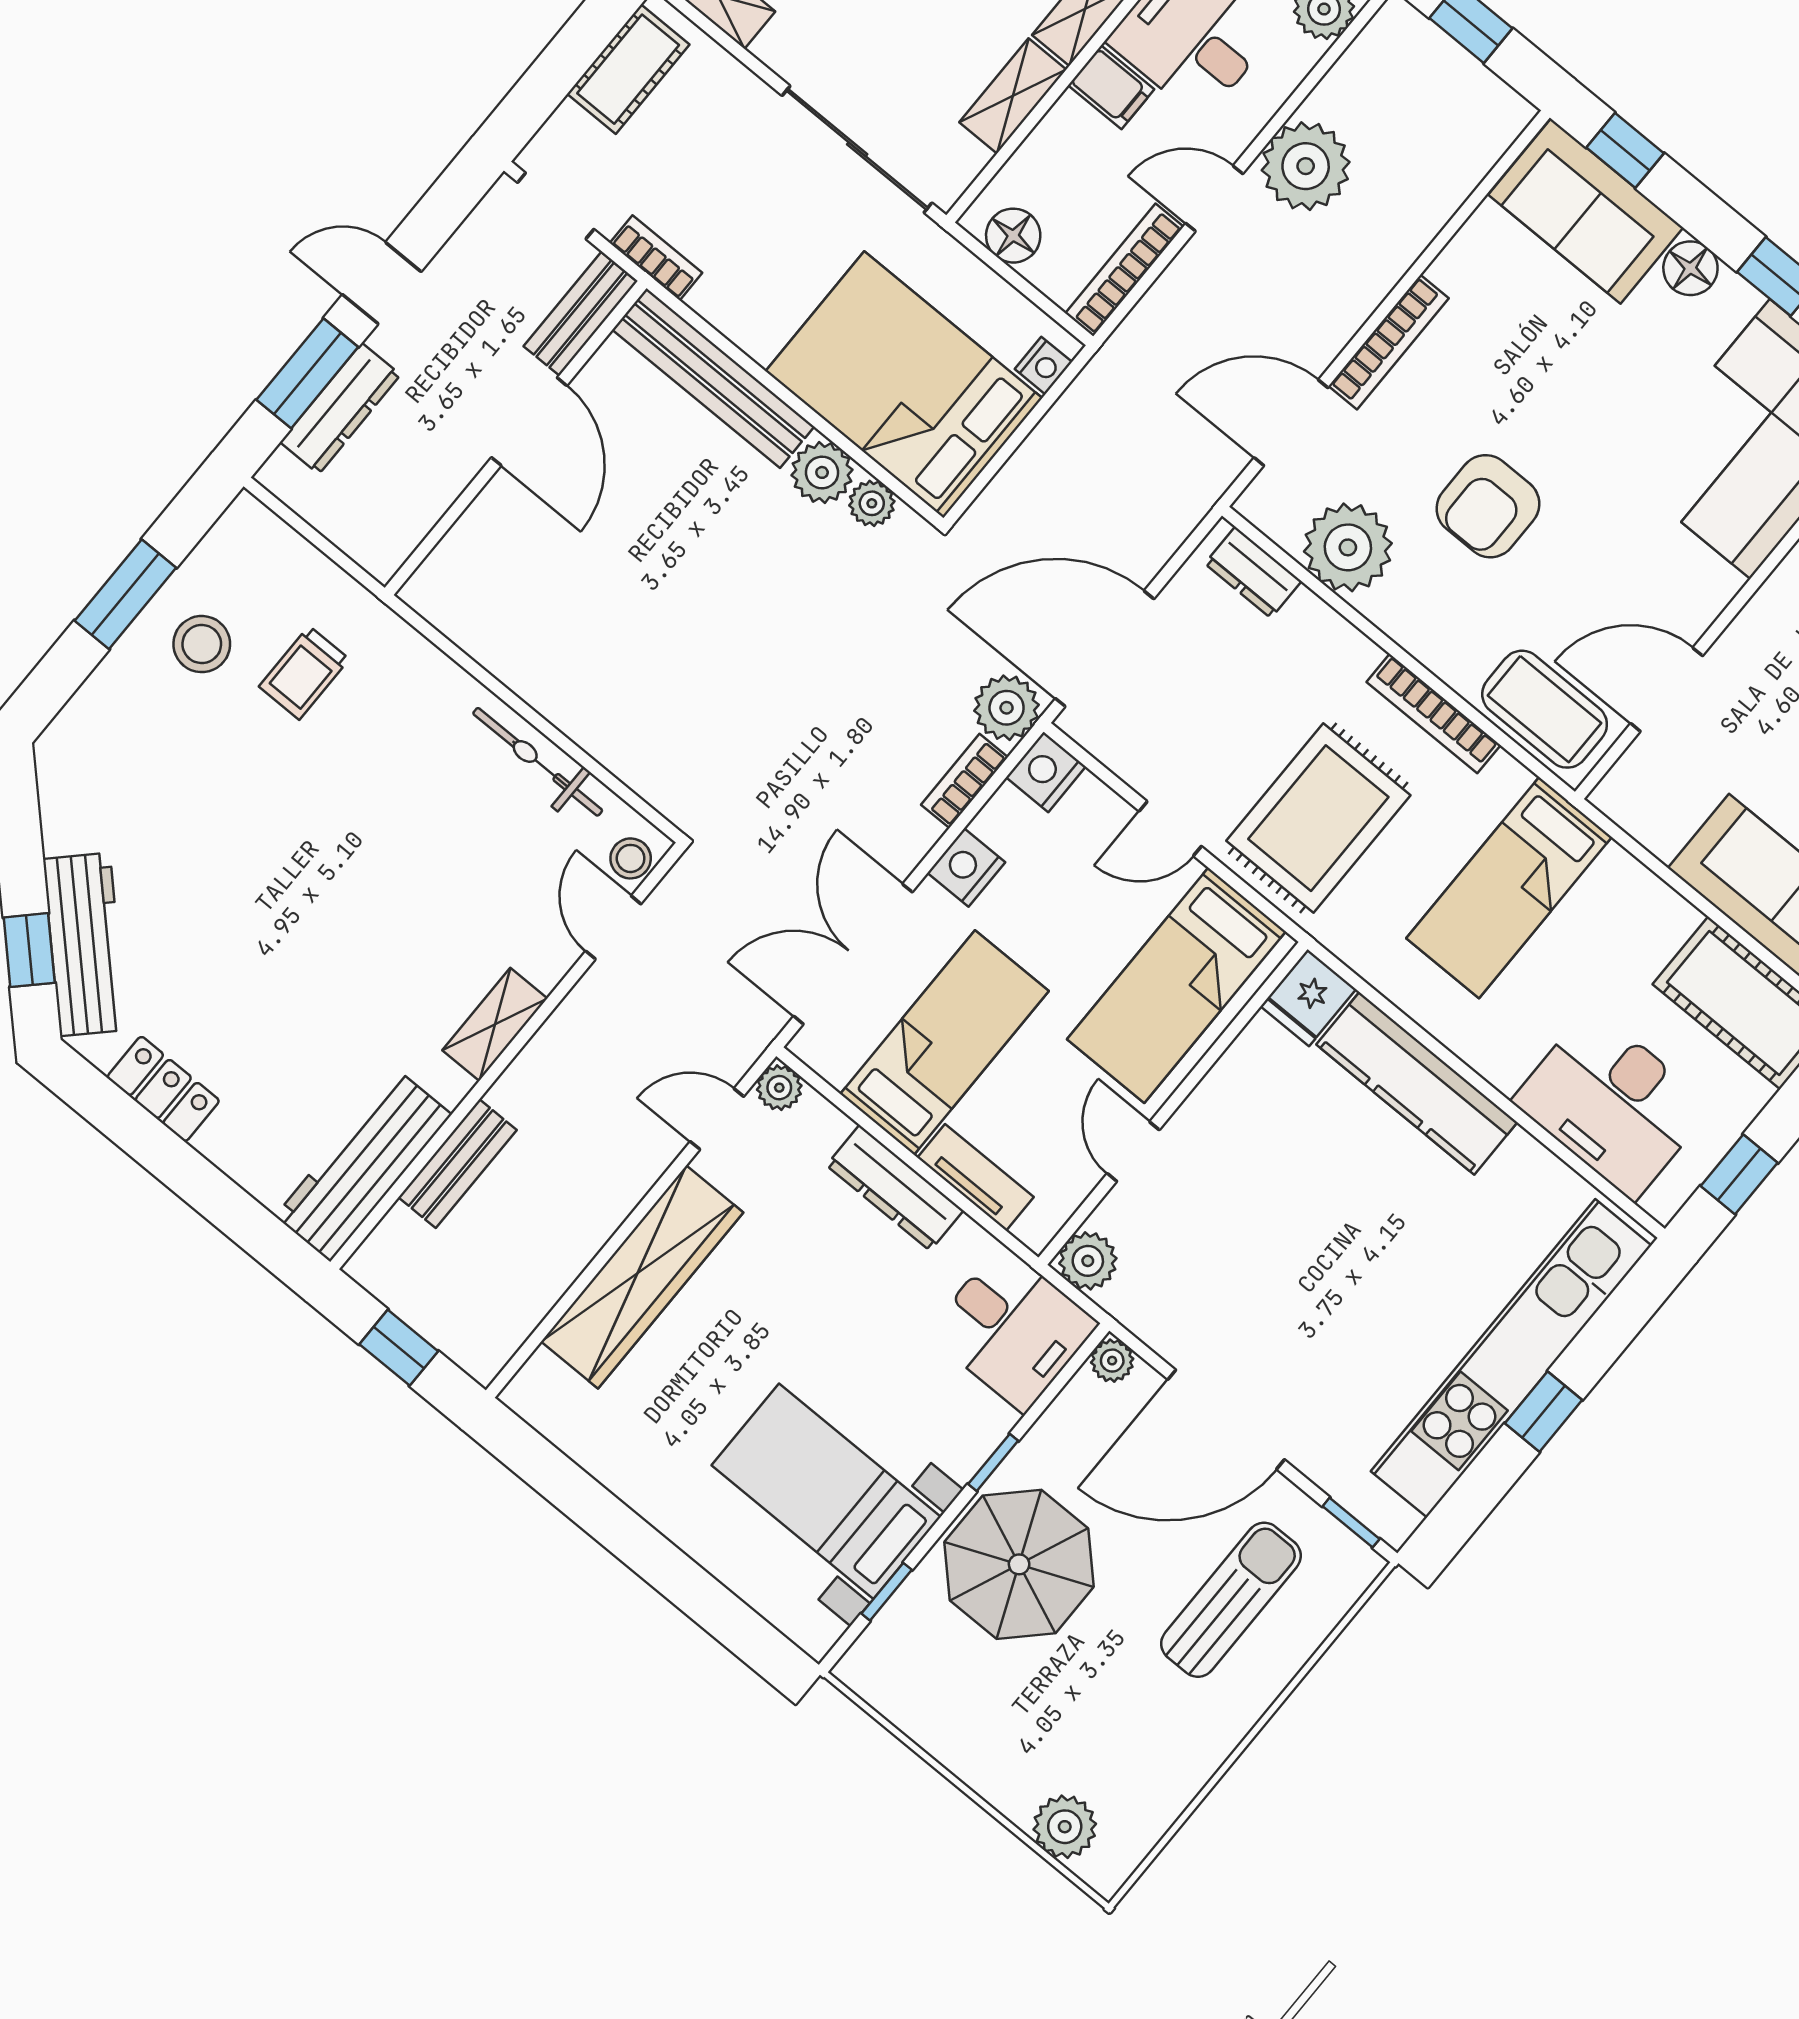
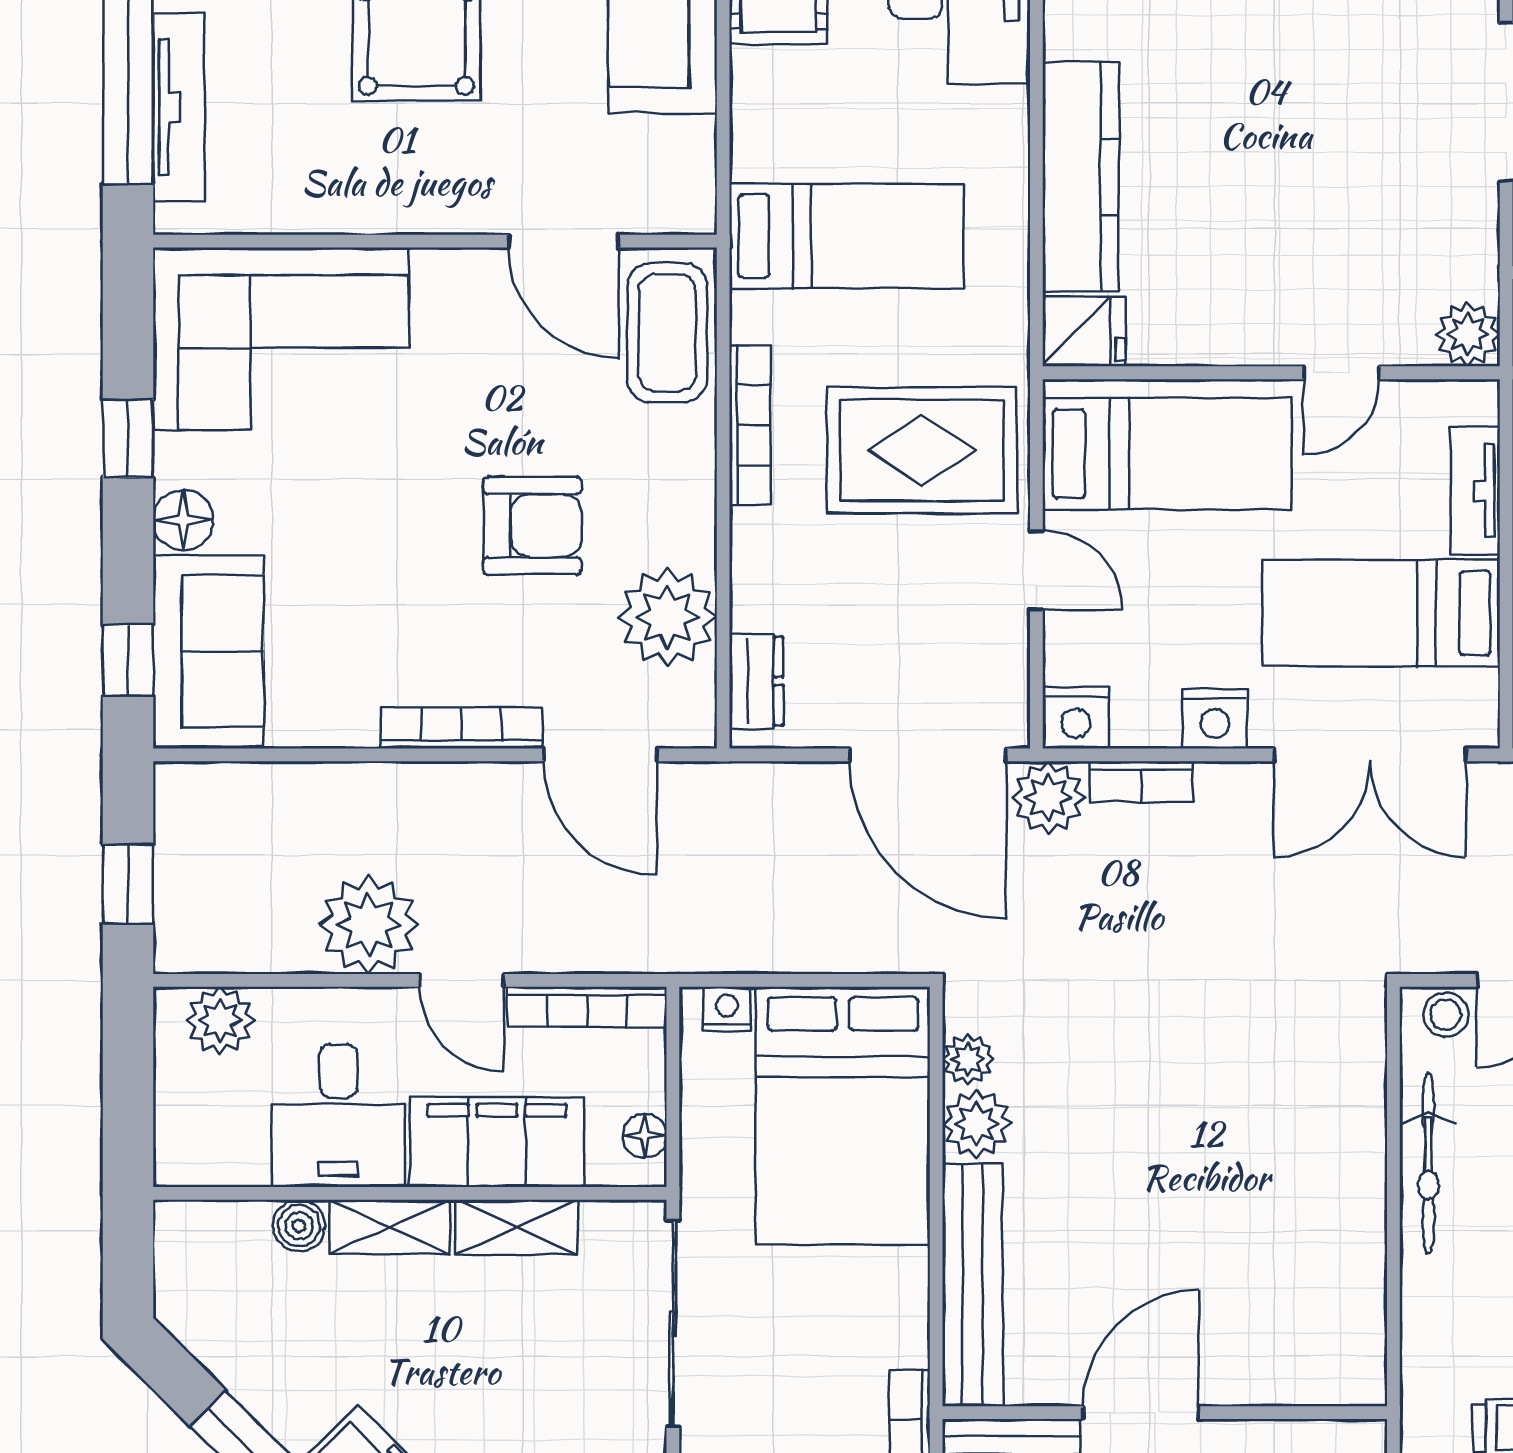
filing cabinet: (1111, 87) -> (497, 1142), width x3.00, depth x1.17
floor lamp: (1013, 236) -> (645, 1136), width x0.73, depth x0.73

